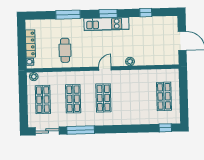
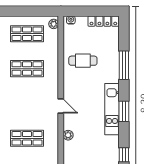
locker: (30, 44) -> (103, 21), moved
shop shelf: (103, 98) -> (27, 138), moved

